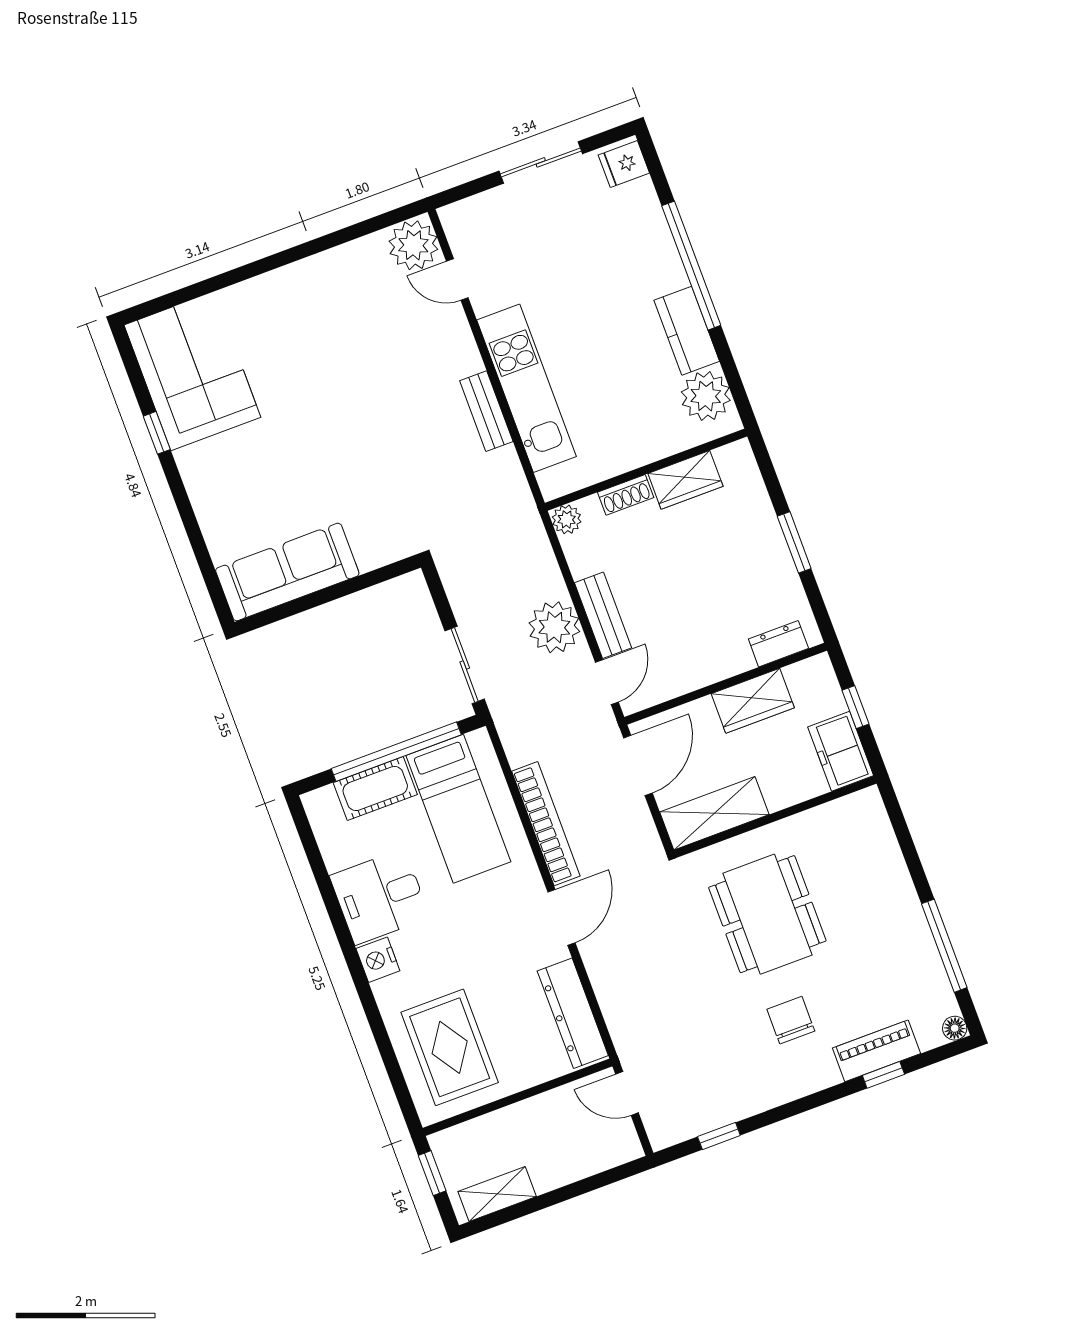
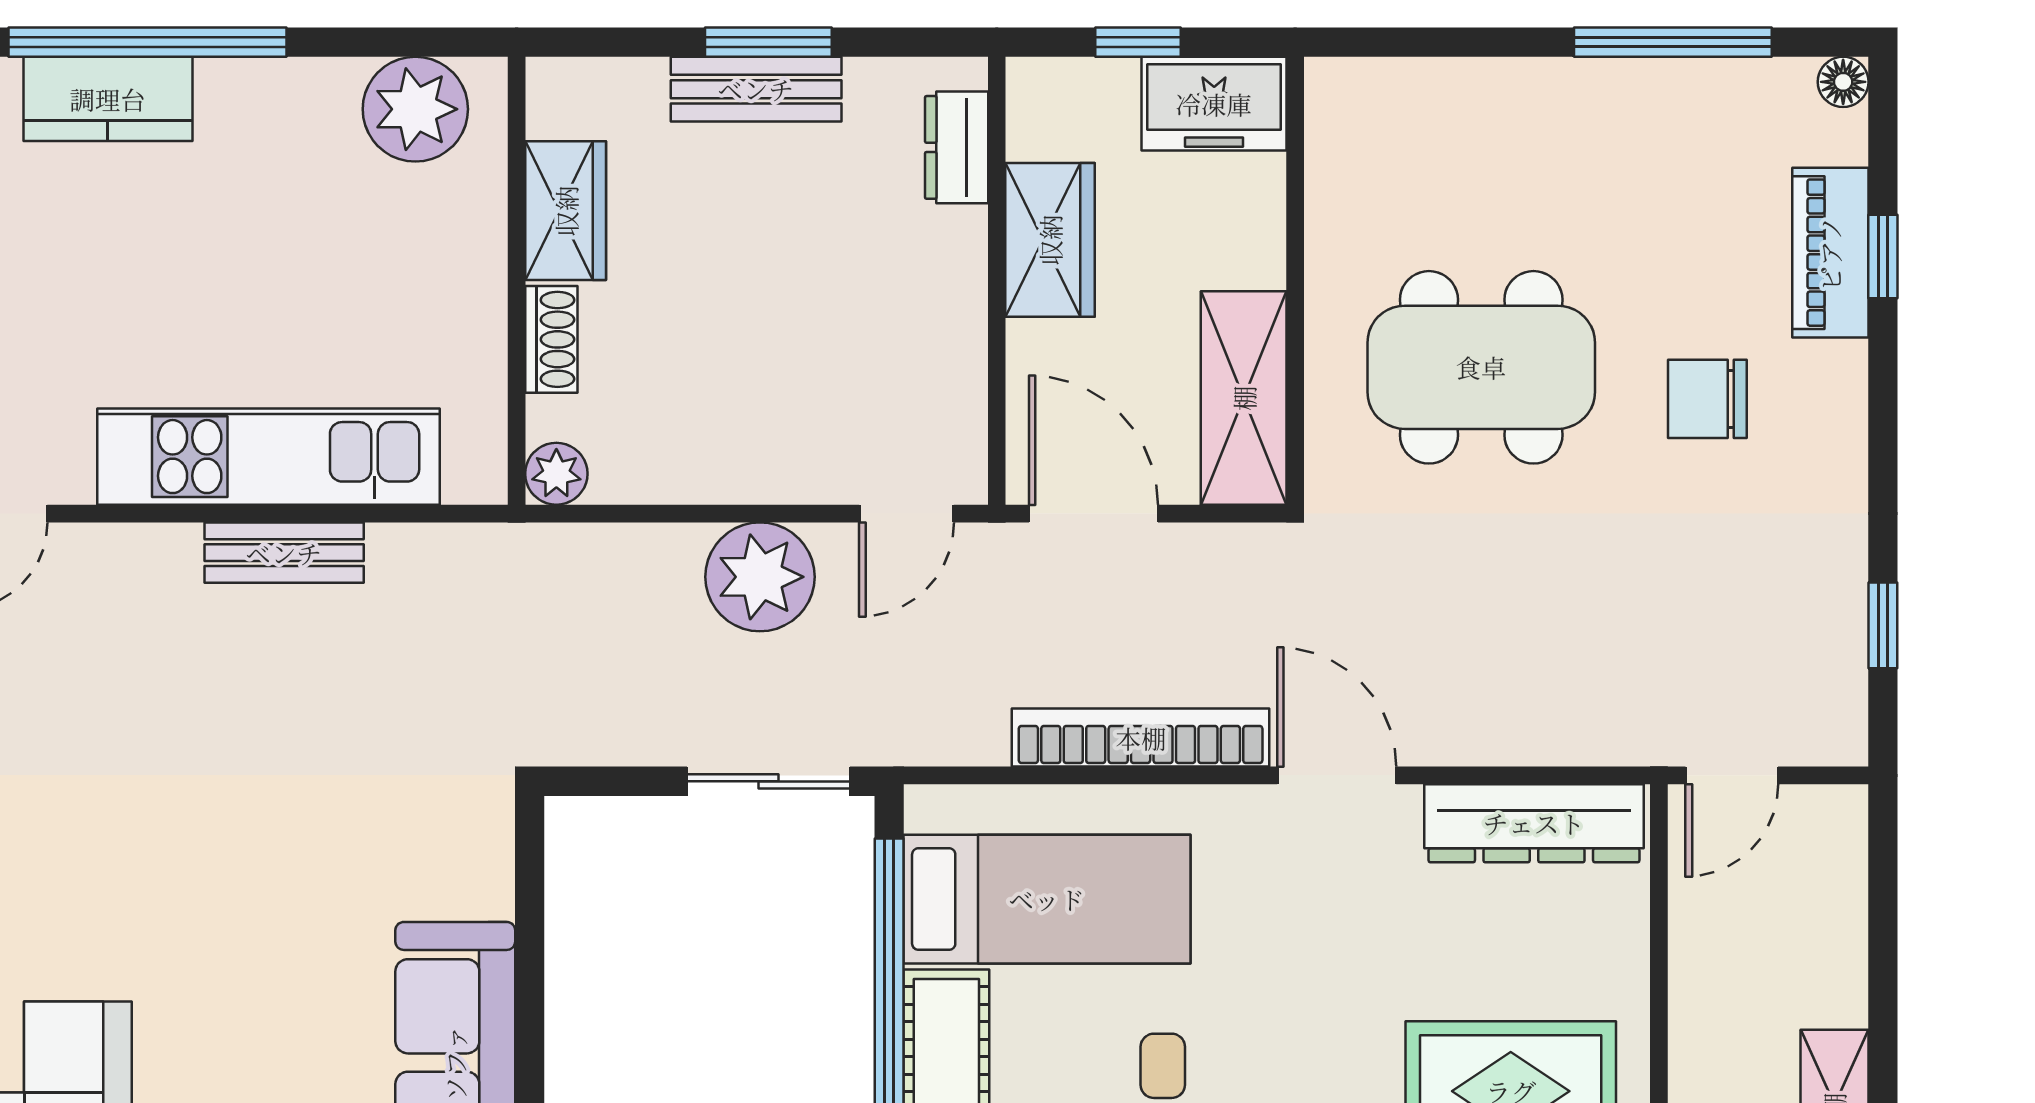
kitchen counter: (687, 331) -> (108, 99), moved
bench: (603, 615) -> (756, 89), moved
door: (607, 682) -> (907, 514), swing flipped

